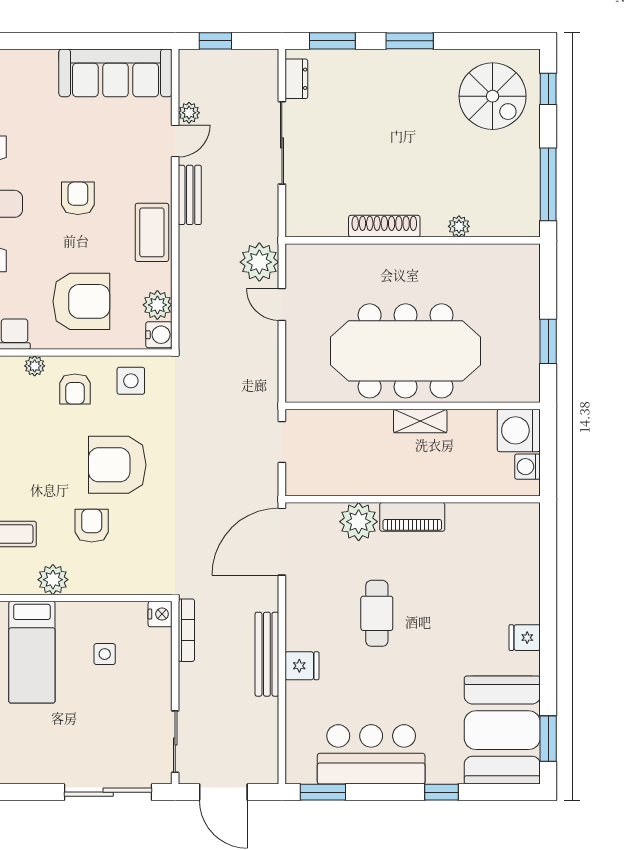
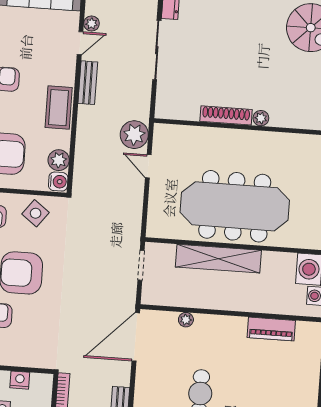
plant: (459, 226) -> (261, 118), moved
side table: (131, 381) -> (36, 213), turned 37
shelving: (420, 421) -> (218, 259), width x2.20, depth x1.33
piano: (412, 517) -> (271, 329), moved
plant: (359, 522) -> (186, 320), width x0.53, depth x0.53
nightstand: (160, 614) -> (20, 380), moved, turned -90

